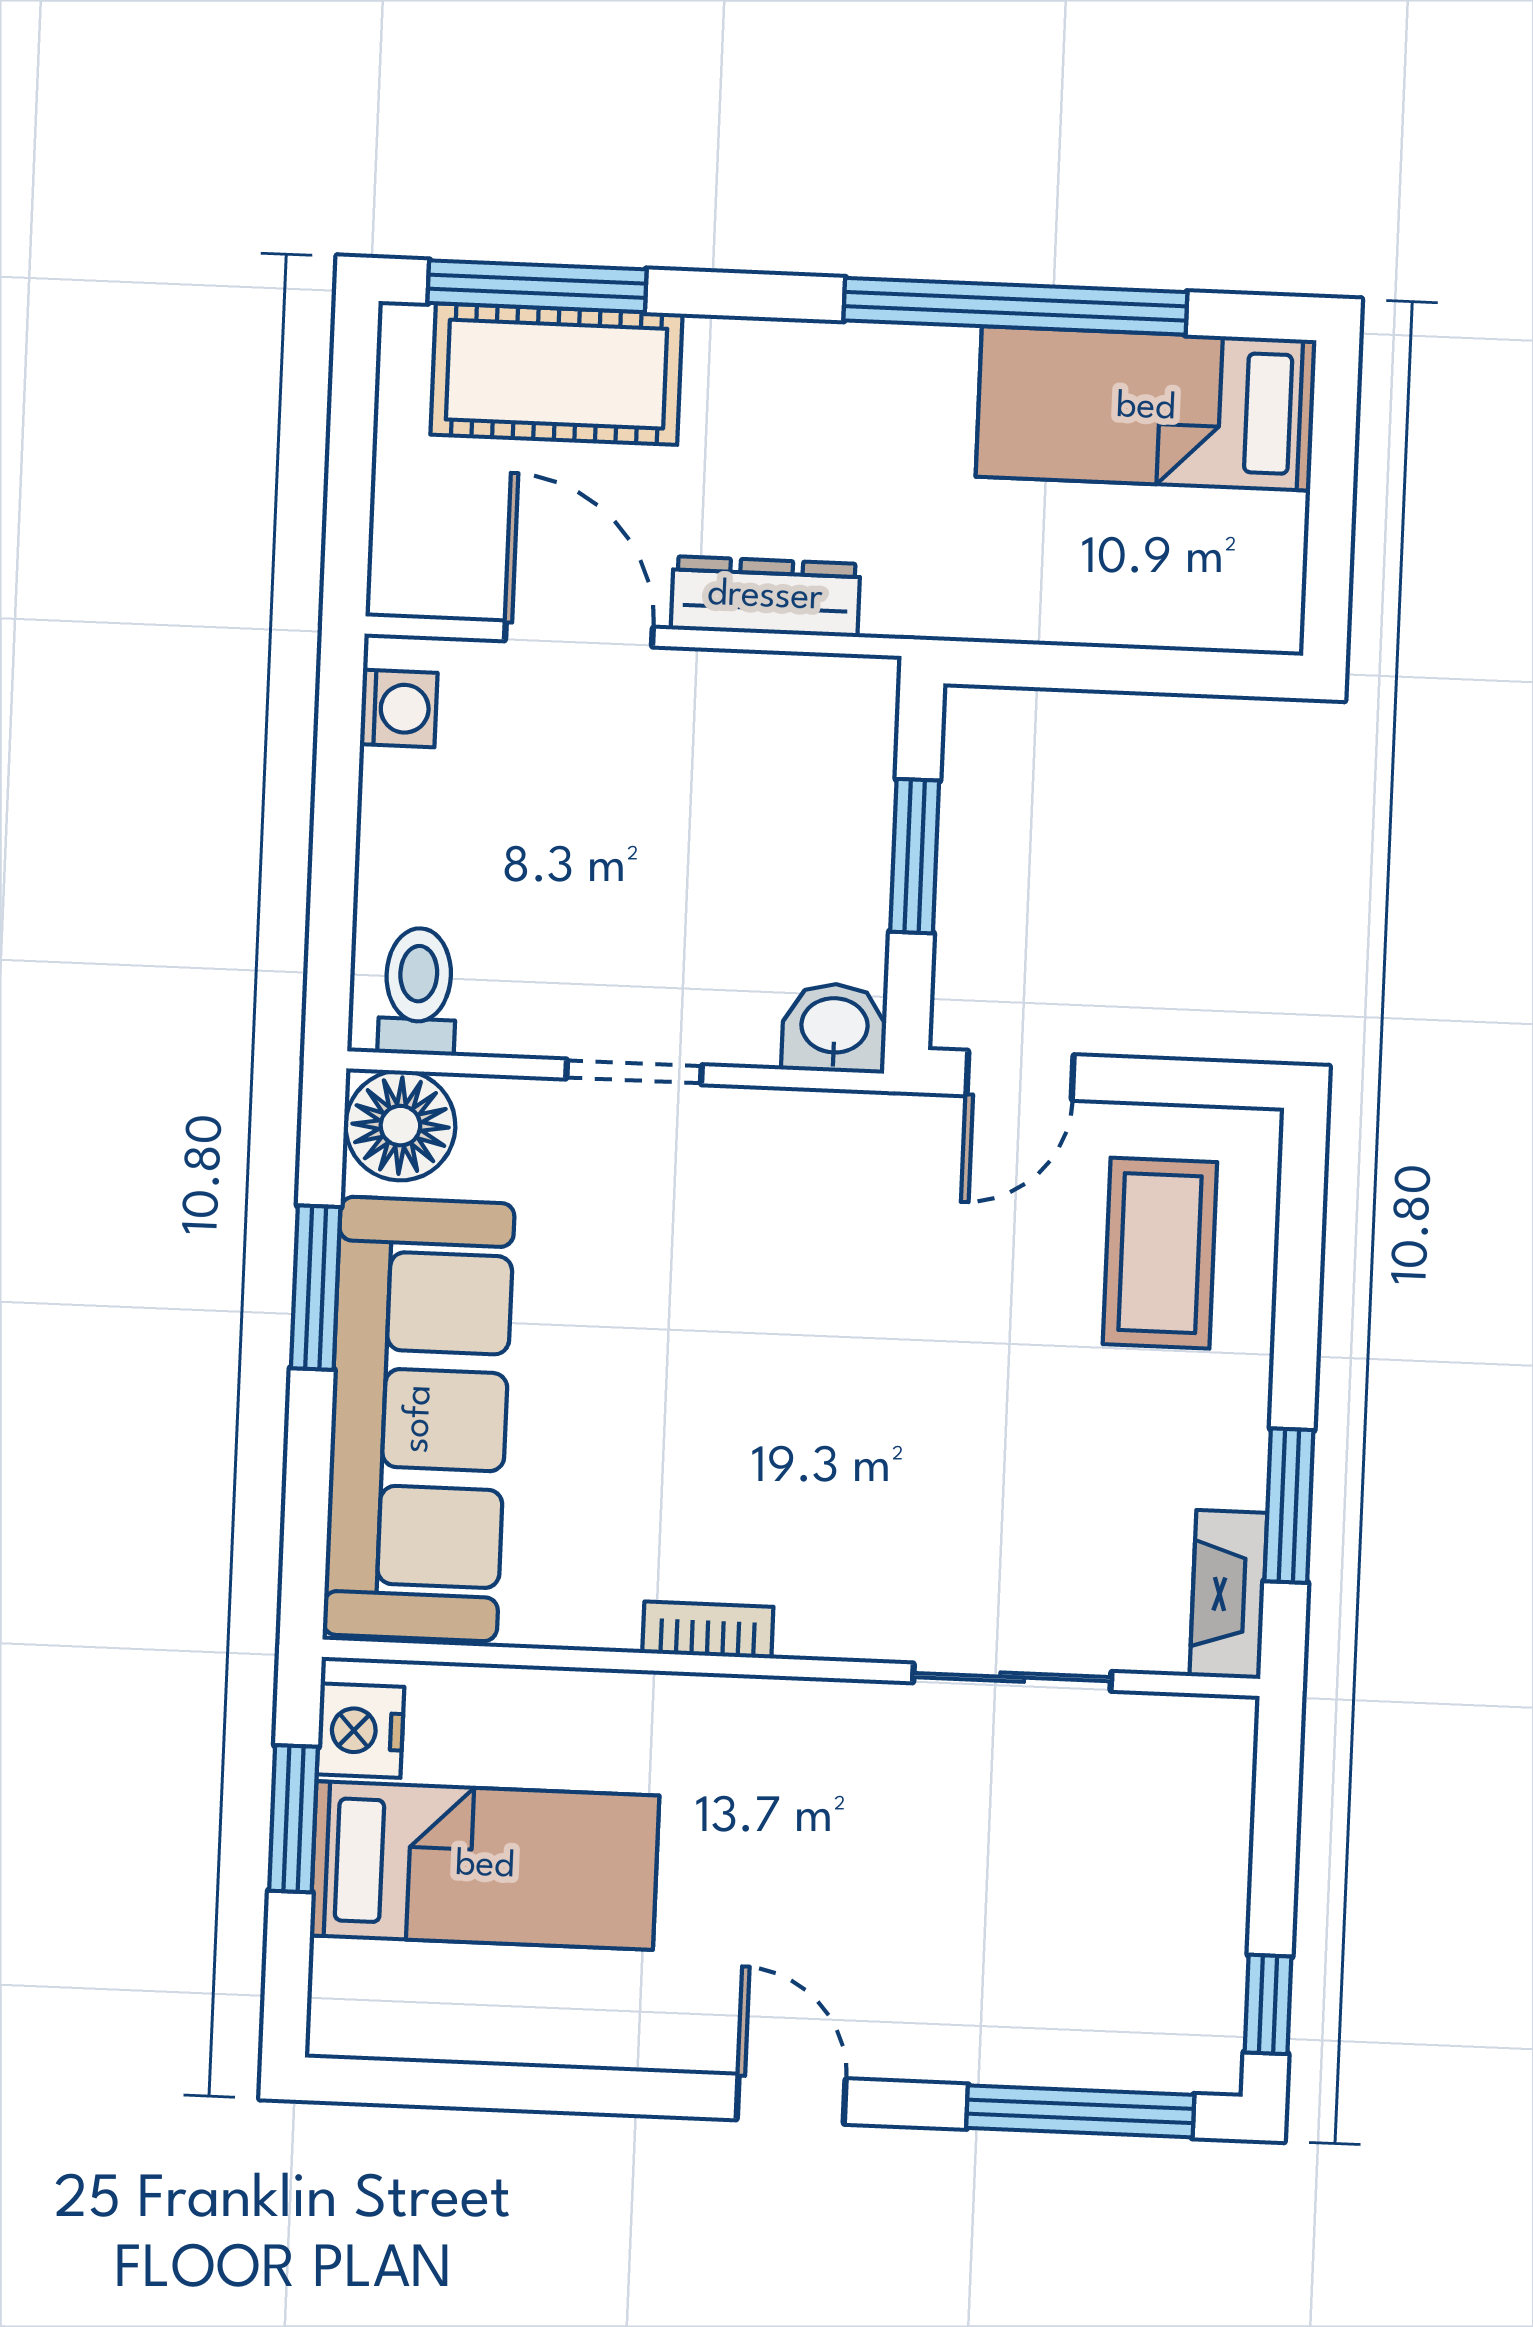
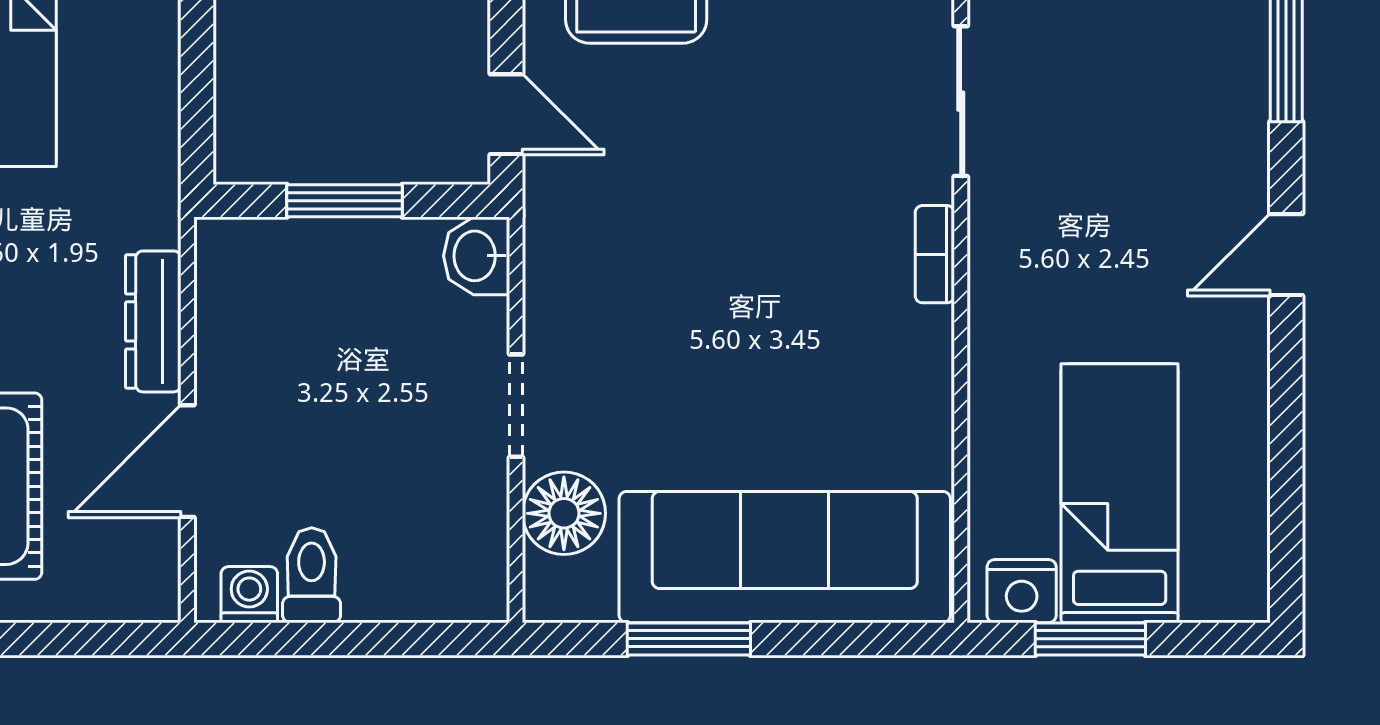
toilet: (418, 991) -> (312, 575), moved, turned 90
floor lamp: (400, 1126) -> (564, 513), moved
bookcase: (708, 1630) -> (935, 254), moved

